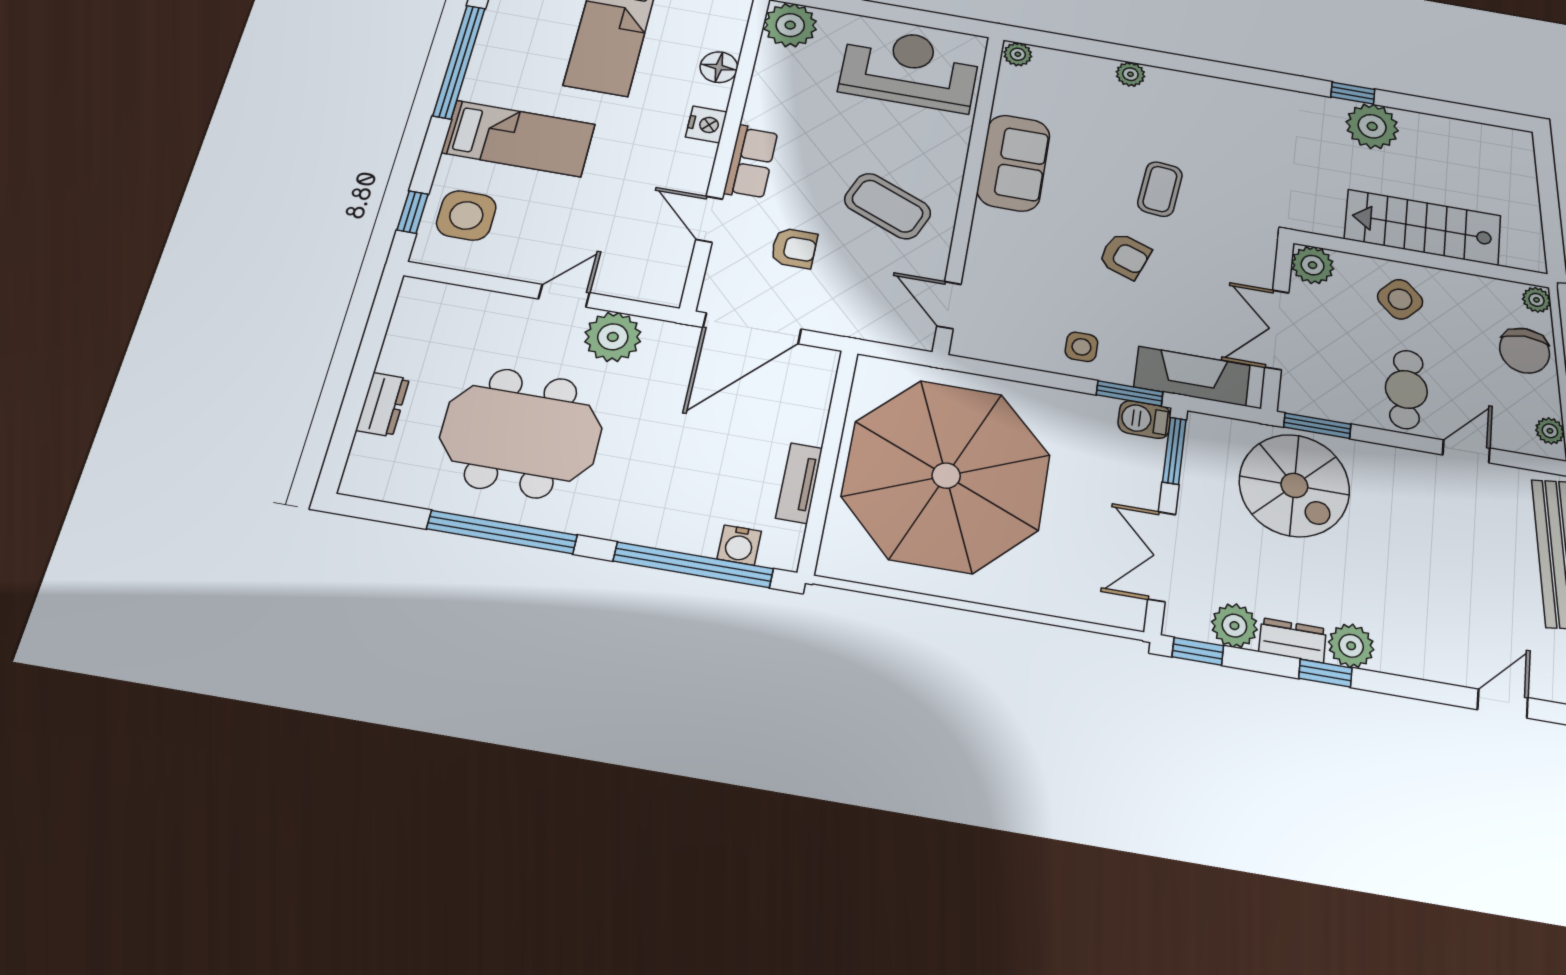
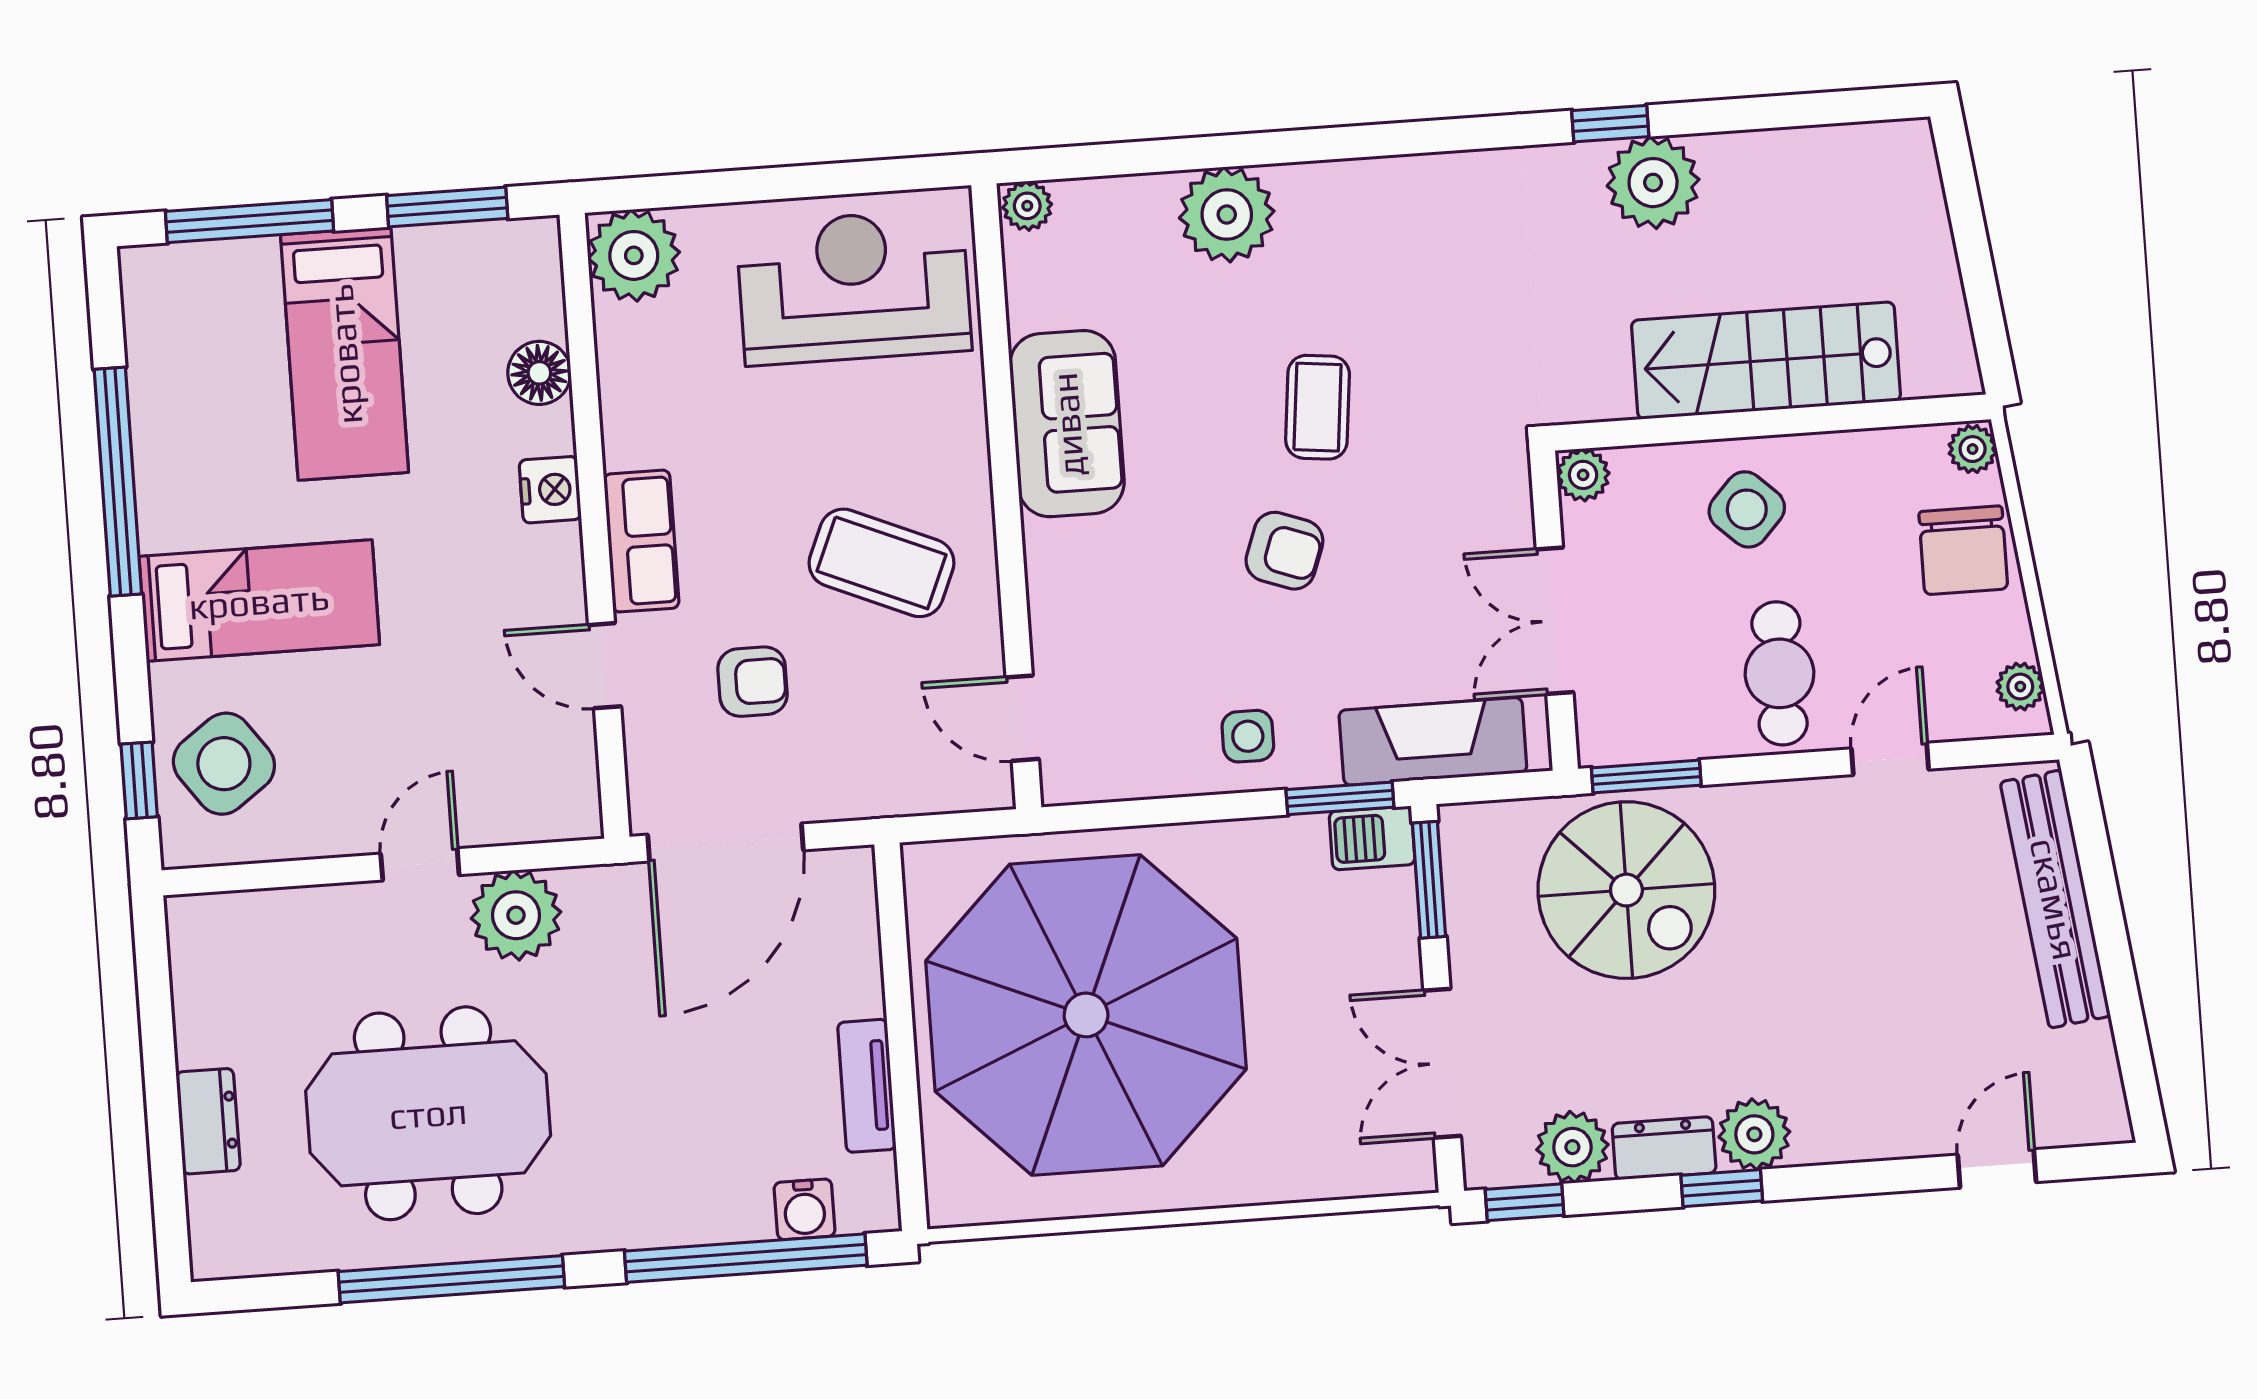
plant: (1130, 74) -> (1227, 215), width x1.88, depth x1.88
side table: (466, 215) -> (224, 764), turned -36
plant: (1313, 265) -> (1583, 475), width x0.73, depth x0.73

